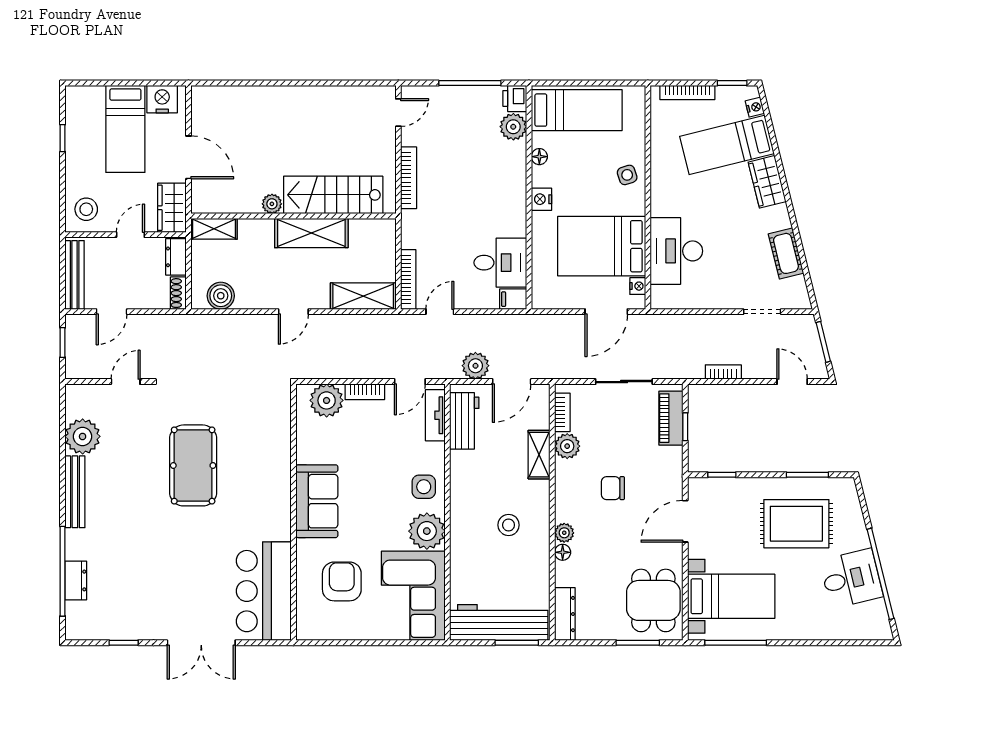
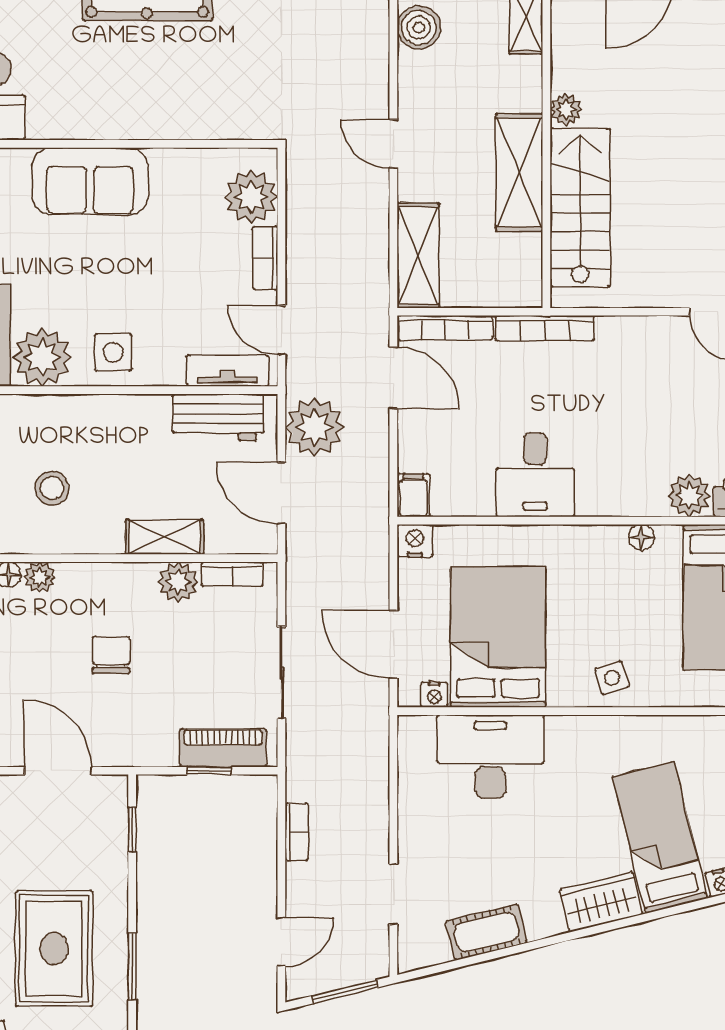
bookcase: (409, 178) -> (545, 328), moved
nightstand: (541, 199) -> (415, 541), moved
desk: (500, 263) -> (535, 475), moved
door: (440, 312) -> (393, 378), width x1.38
plant: (475, 366) -> (315, 427), width x1.36, depth x1.36

